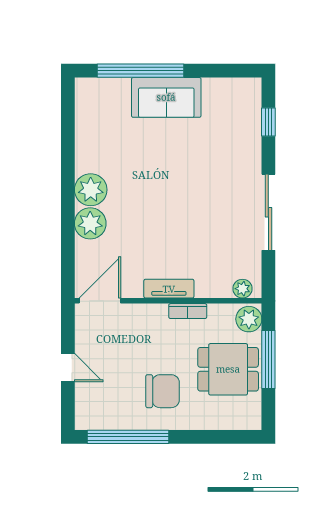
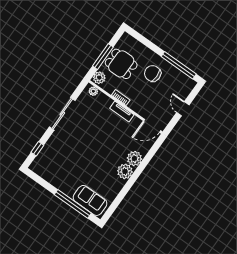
sofa: (166, 97) -> (90, 200), moved

